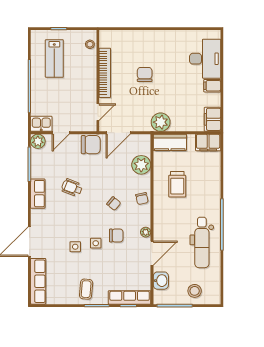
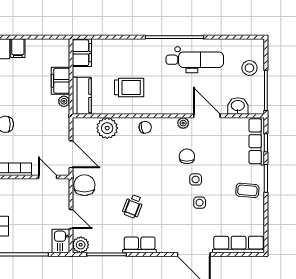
filing cabinet: (212, 119) -> (60, 81), moved, turned 90
plant: (161, 122) -> (64, 101), width x0.53, depth x0.53
chair: (114, 204) -> (151, 159), removed

